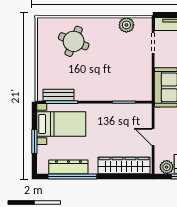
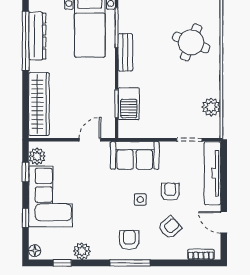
barbecue: (124, 92) -> (129, 104), added
bench: (58, 95) -> (125, 52), moved
door: (153, 137) -> (90, 140), moved

